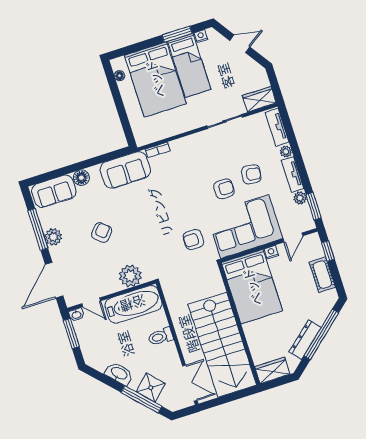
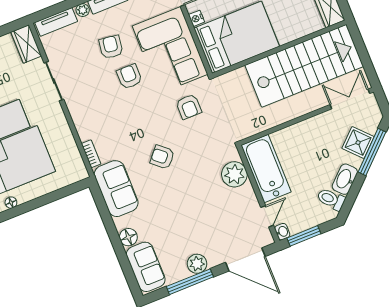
armchair: (102, 233) -> (162, 157), moved
toilet: (161, 337) -> (331, 199), moved, turned 137

